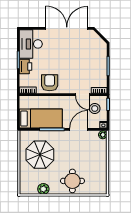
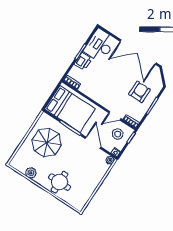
double door: (67, 28) -> (138, 52), swing flipped
armchair: (50, 83) -> (140, 92), moved
door: (82, 95) -> (115, 116), hinge flipped
bed: (41, 119) -> (70, 109), width x1.50
door: (79, 129) -> (93, 143), hinge flipped

